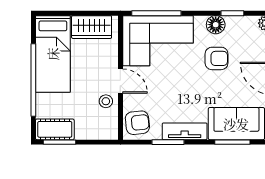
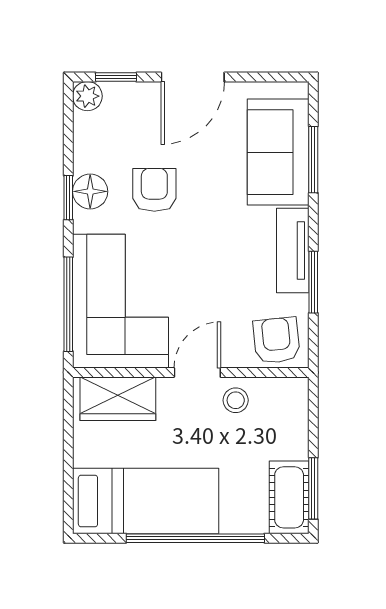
window: (232, 13) -> (68, 198), moved
wardrobe: (92, 27) -> (118, 399), moved, turned 90

